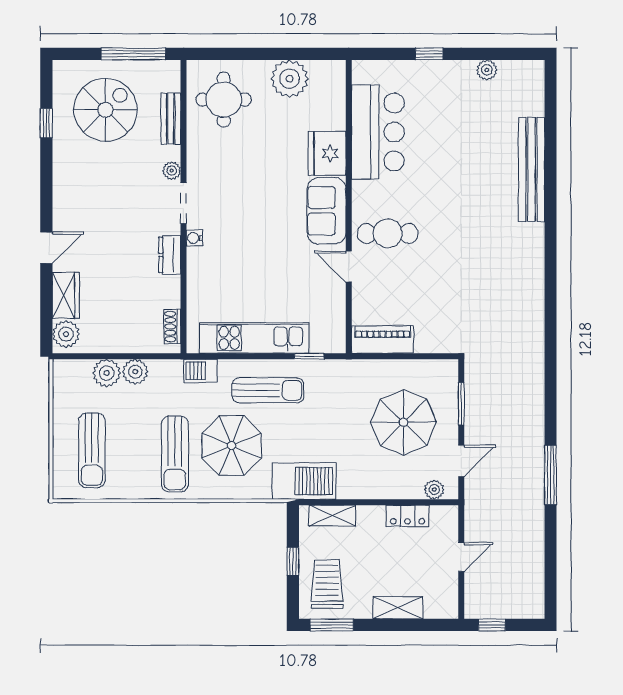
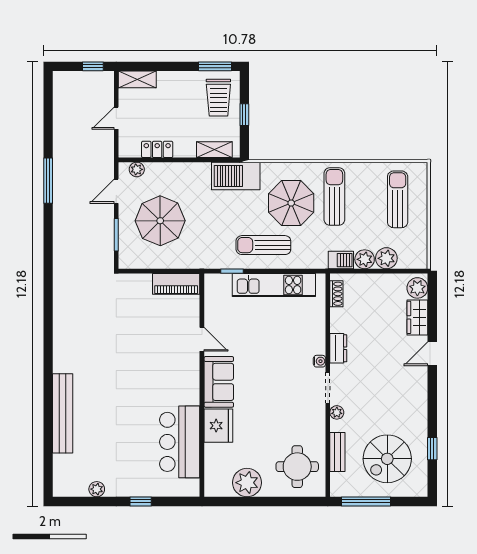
cafe table: (388, 233) -> (172, 365), removed
barbecue: (201, 371) -> (341, 260), moved
shelving: (398, 608) -> (137, 79), moved

